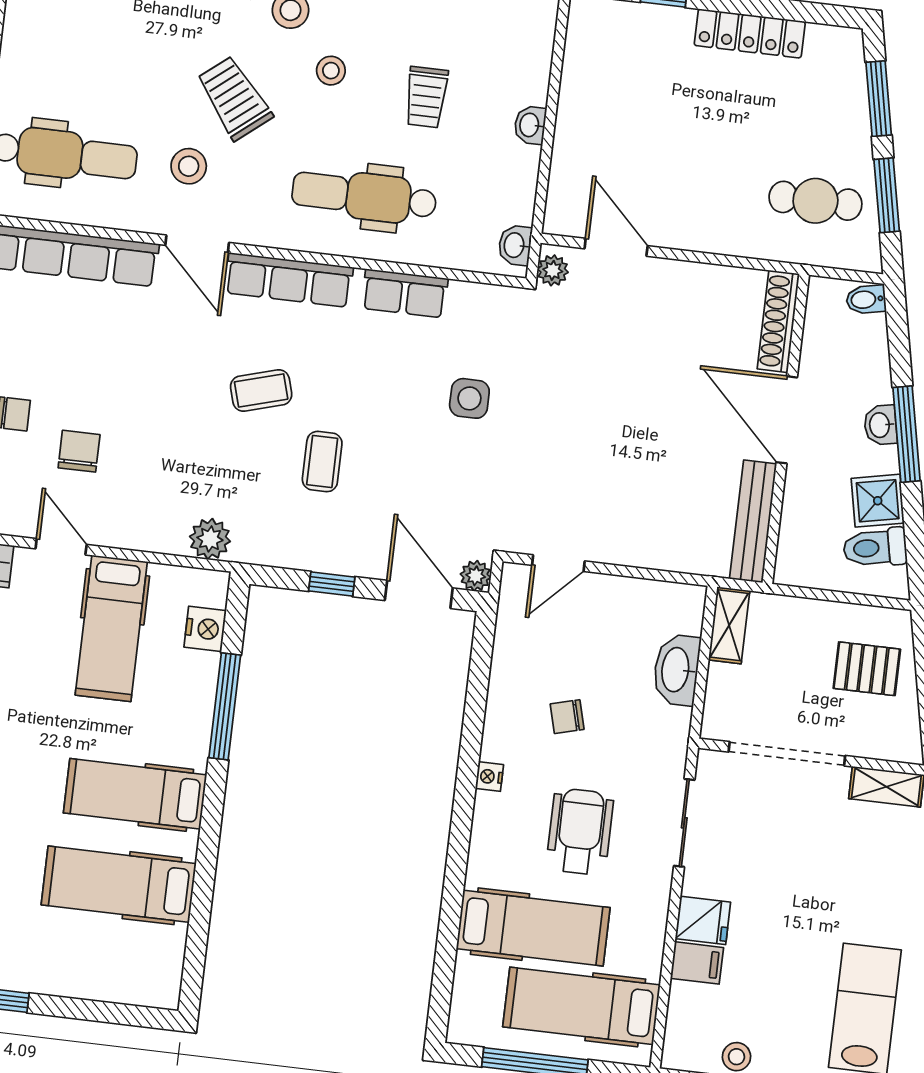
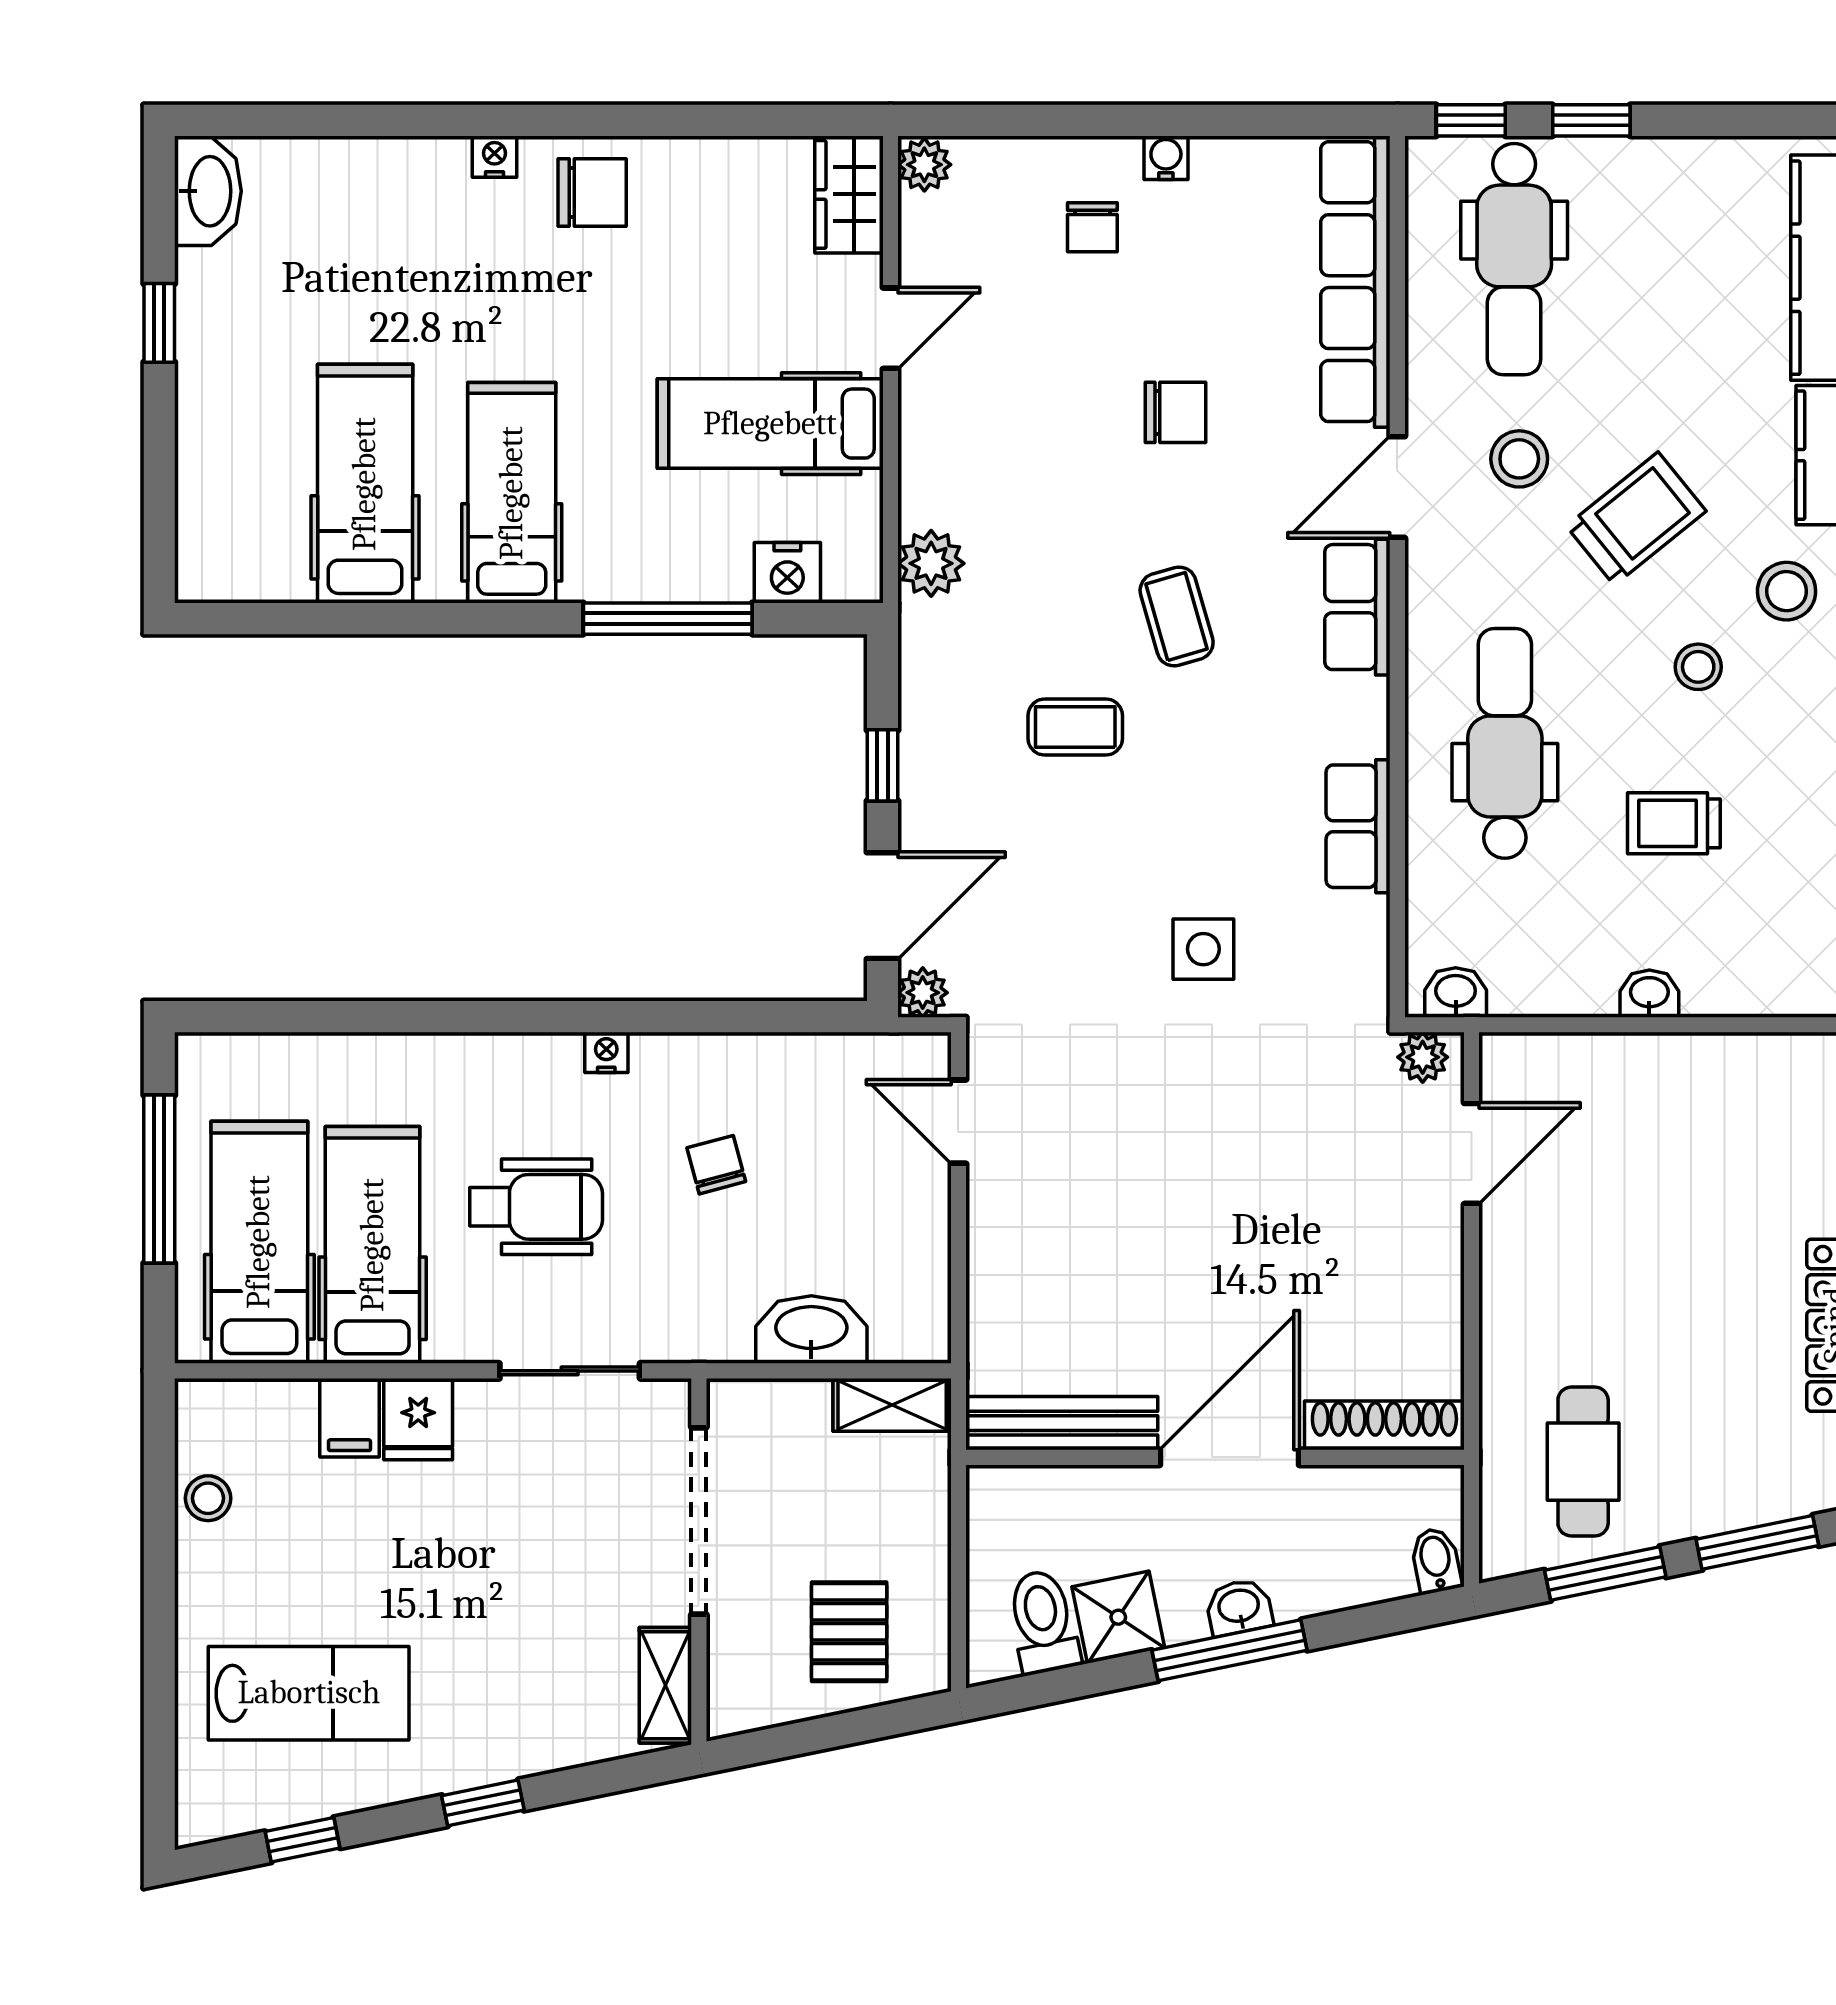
row of seats: (289, 280) -> (1357, 607), width x0.68
chair: (79, 451) -> (1175, 412), moved
hospital bed: (533, 928) -> (373, 1245), moved, turned 180

